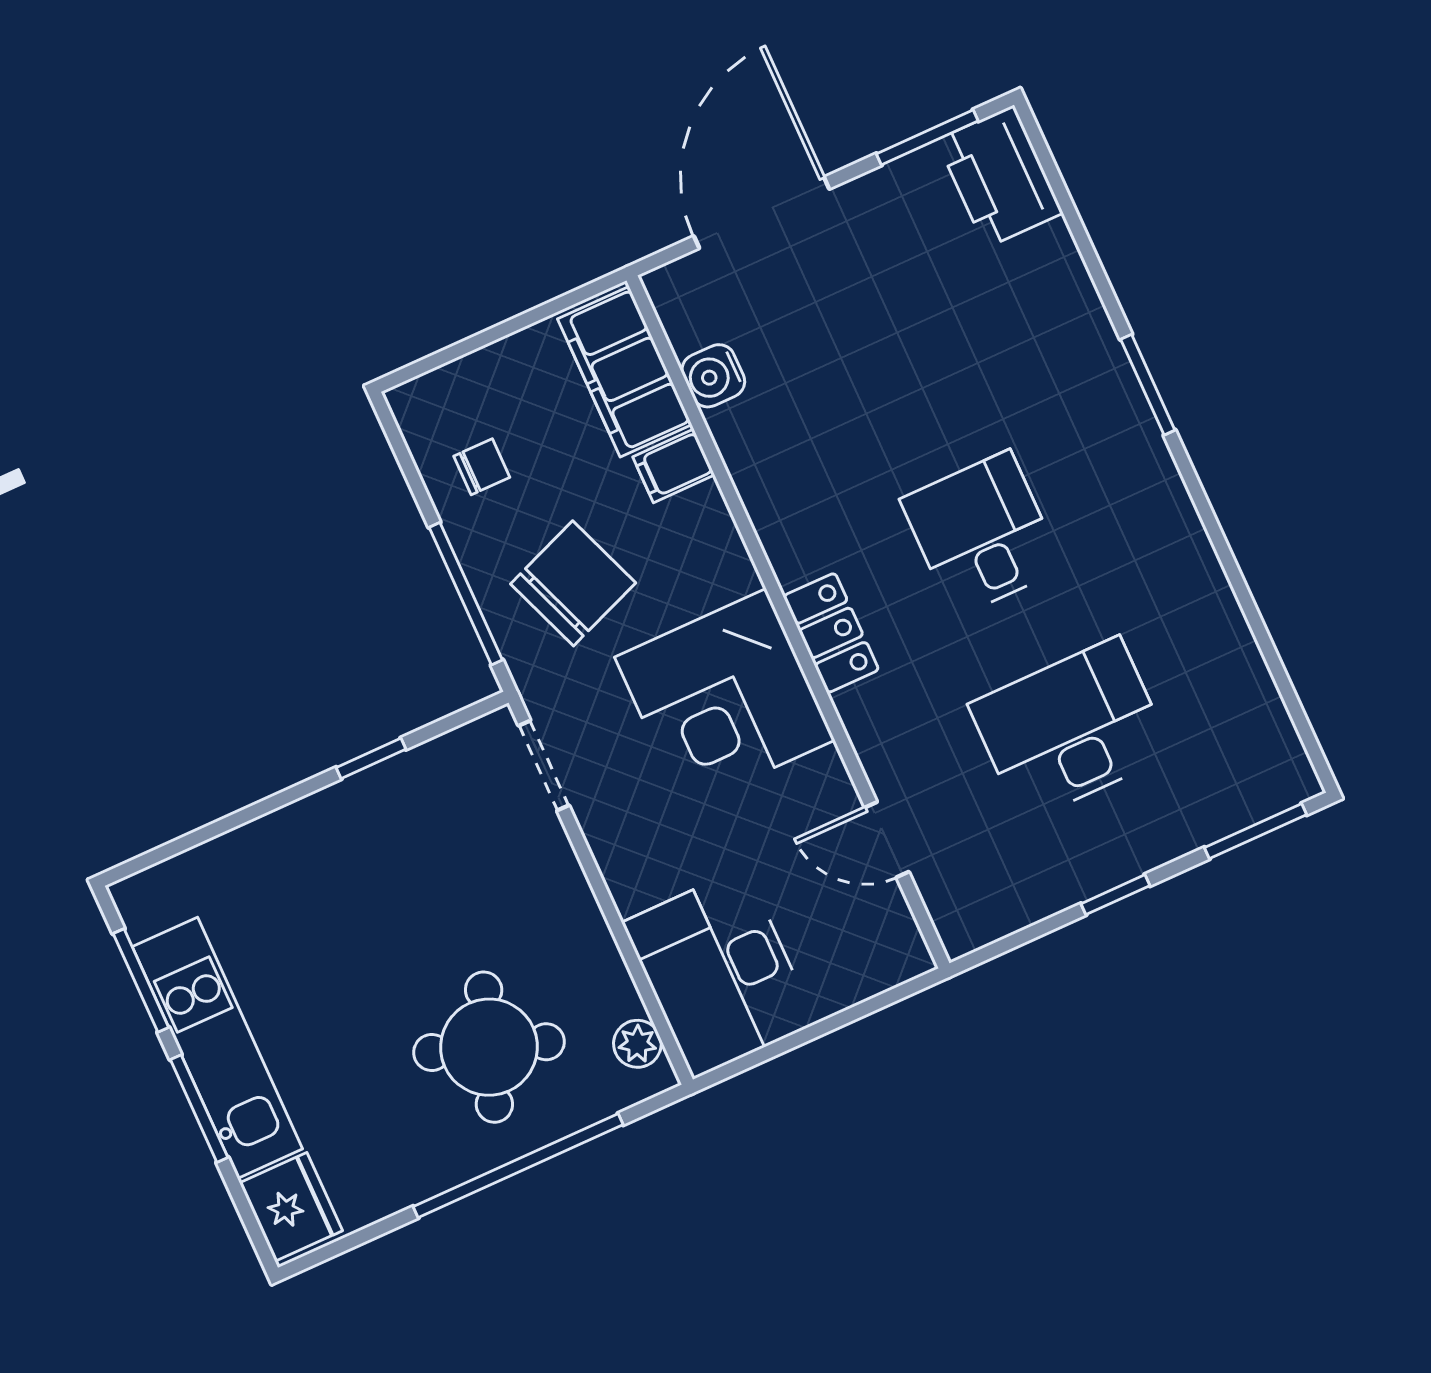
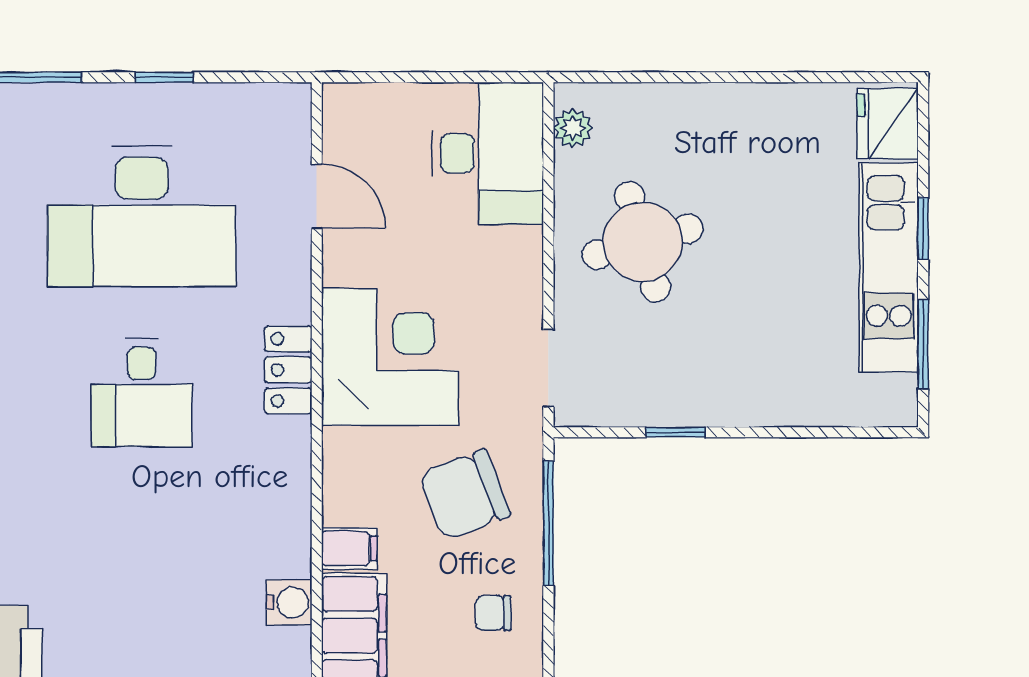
desk: (1070, 729) -> (142, 216), width x1.36, depth x1.30
round table: (489, 1047) -> (643, 242), moved, turned -35
window: (199, 1109) -> (923, 228), width x0.67
window: (518, 1166) -> (704, 77), removed

